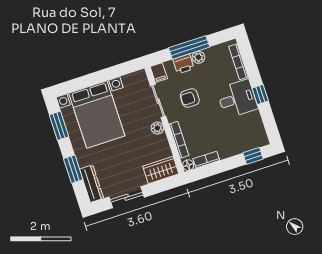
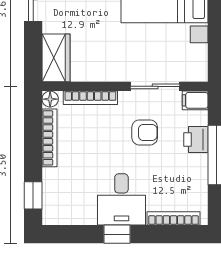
plant: (198, 57) -> (199, 164), removed
armchair: (190, 98) -> (145, 132), turned 90
plant: (157, 128) -> (117, 73), removed
bookcase: (206, 160) -> (50, 138), width x1.56

